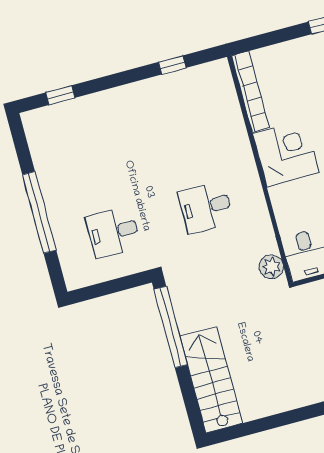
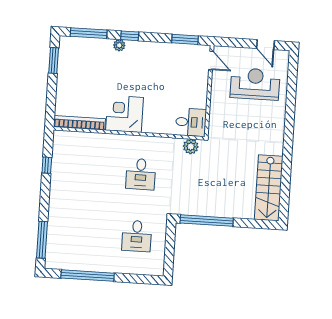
window: (60, 95) -> (42, 240), width x2.17
window: (39, 212) -> (88, 276), moved
stairs: (211, 380) -> (269, 188), moved, turned -90

